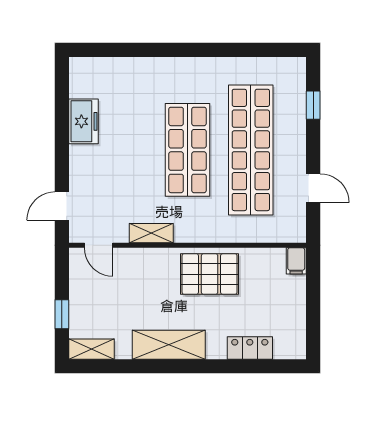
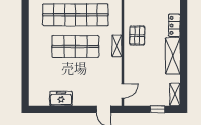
shelving: (151, 233) -> (117, 46), moved
pallet: (210, 274) -> (137, 35), width x0.67, depth x0.71
locker: (250, 348) -> (174, 25), moved

